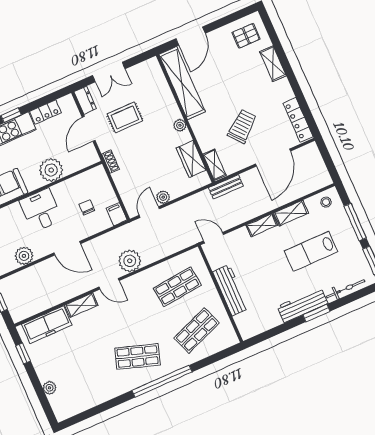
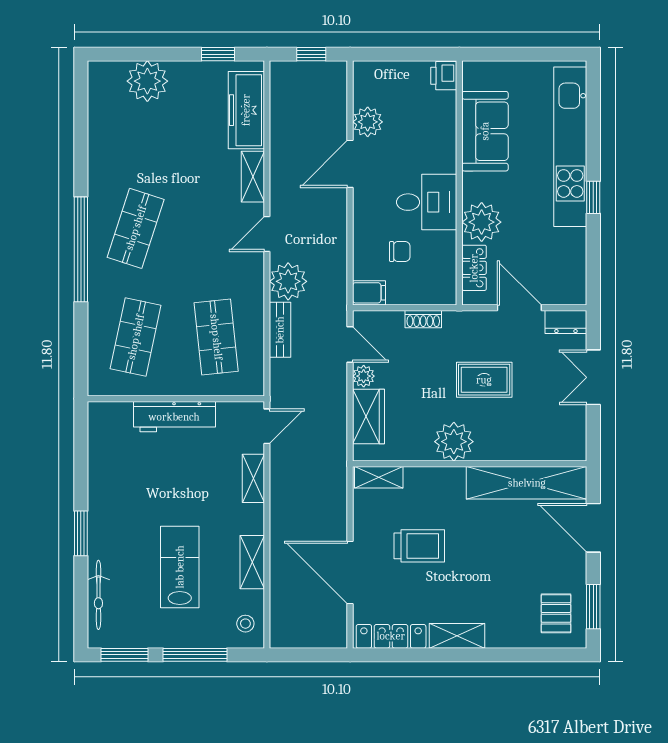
window: (233, 17) -> (593, 607), added
shelving: (273, 64) -> (457, 636), moved
locker: (46, 112) -> (474, 268), moved, turned 180
rug: (125, 117) -> (484, 380), moved, turned 90
plant: (180, 125) -> (454, 442), width x1.87, depth x1.87
trolley: (242, 126) -> (419, 546), turned -50
wardrobe: (191, 159) -> (369, 416), moved, turned 90
shoe rack: (110, 162) -> (423, 319), moved
bench: (226, 187) -> (280, 330), moved
desk: (41, 210) -> (427, 202), moved
shelving: (262, 225) -> (253, 478), moved
door: (67, 248) -> (350, 164), moved
workbench: (303, 305) -> (103, 517), removed
shop shelf: (197, 330) -> (136, 337), turned 33
plant: (49, 388) -> (147, 81), width x1.87, depth x1.87

